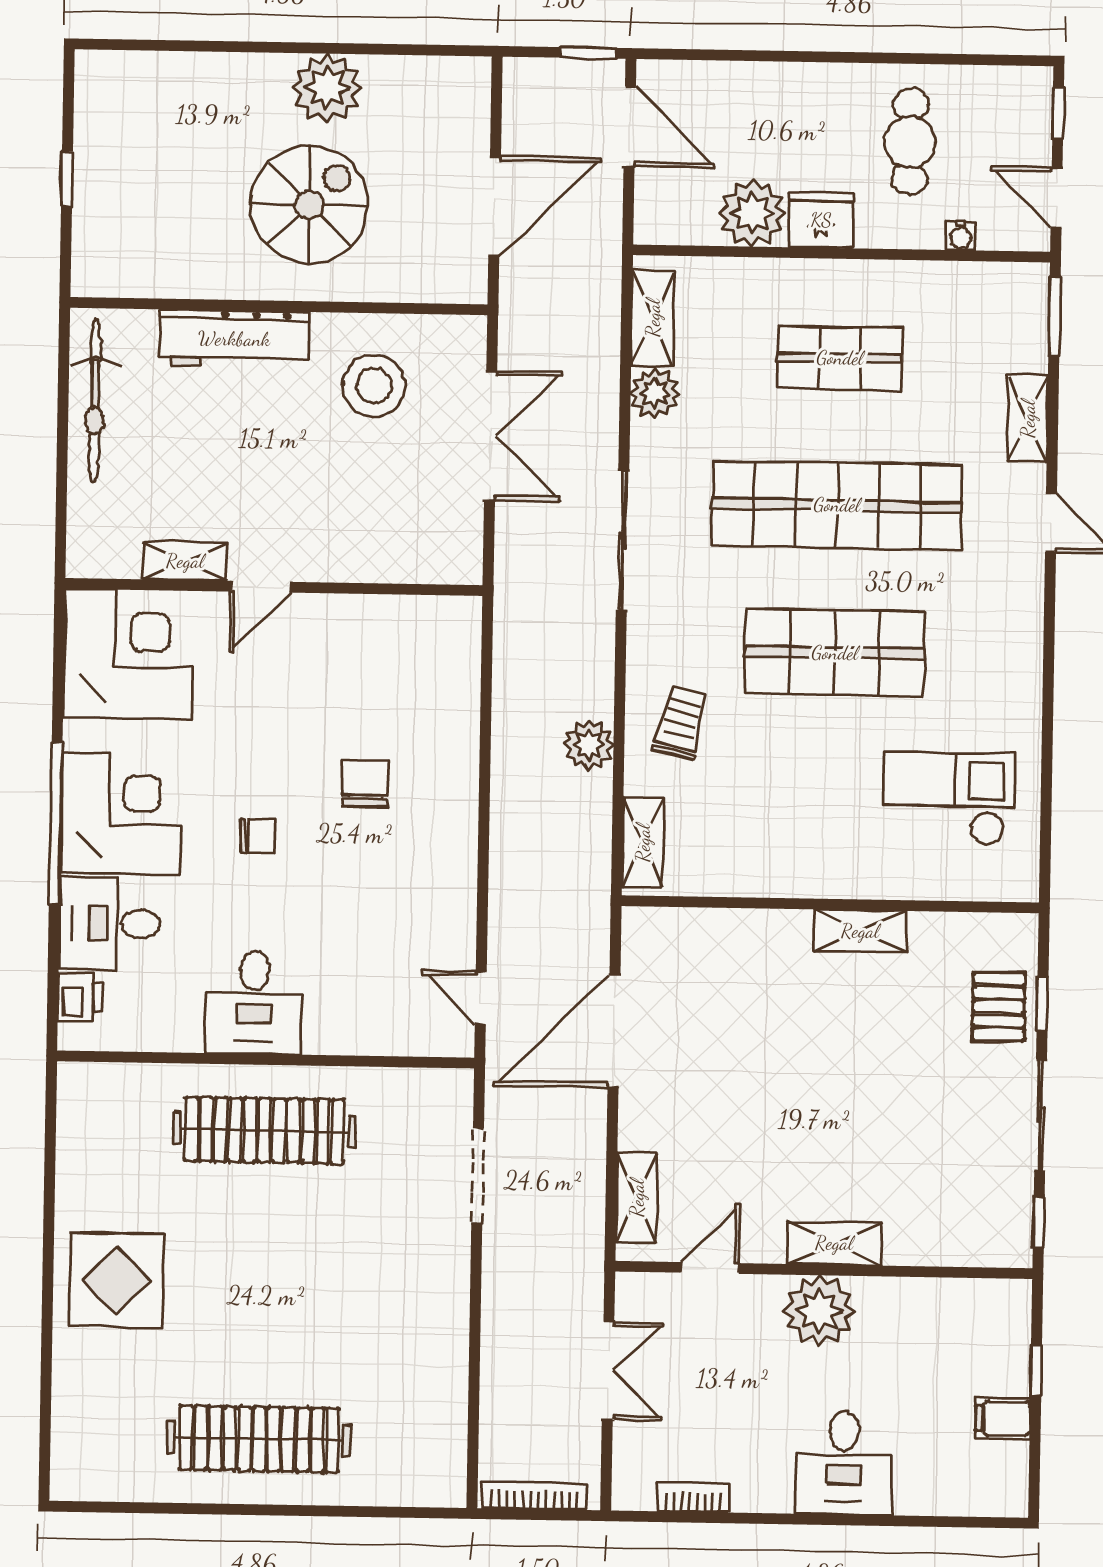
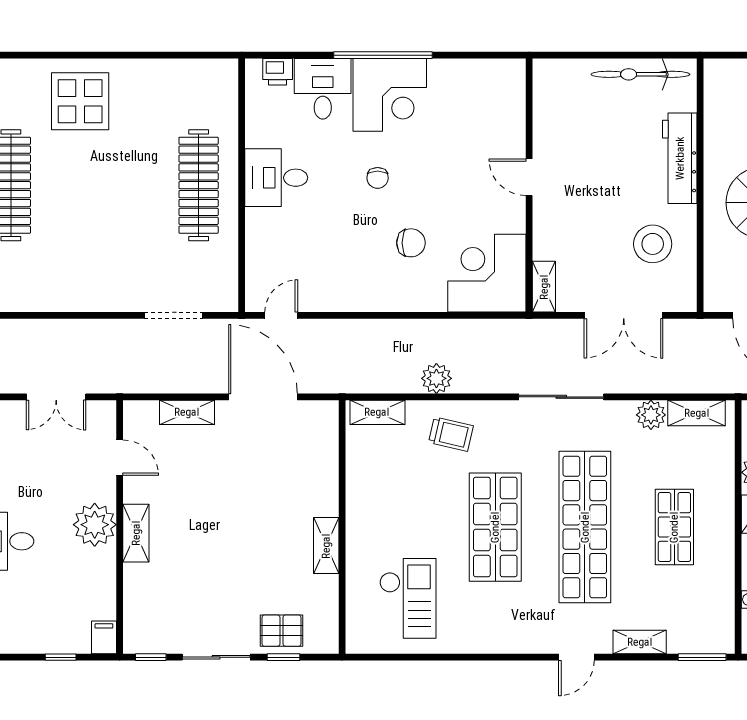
shelving: (185, 561) -> (544, 287), moved
corner desk: (128, 654) -> (487, 273), moved, turned 180
shelving: (637, 1198) -> (187, 412), moved
display table: (116, 1280) -> (80, 101), moved
filing cabinet: (1003, 1418) -> (104, 637), moved

